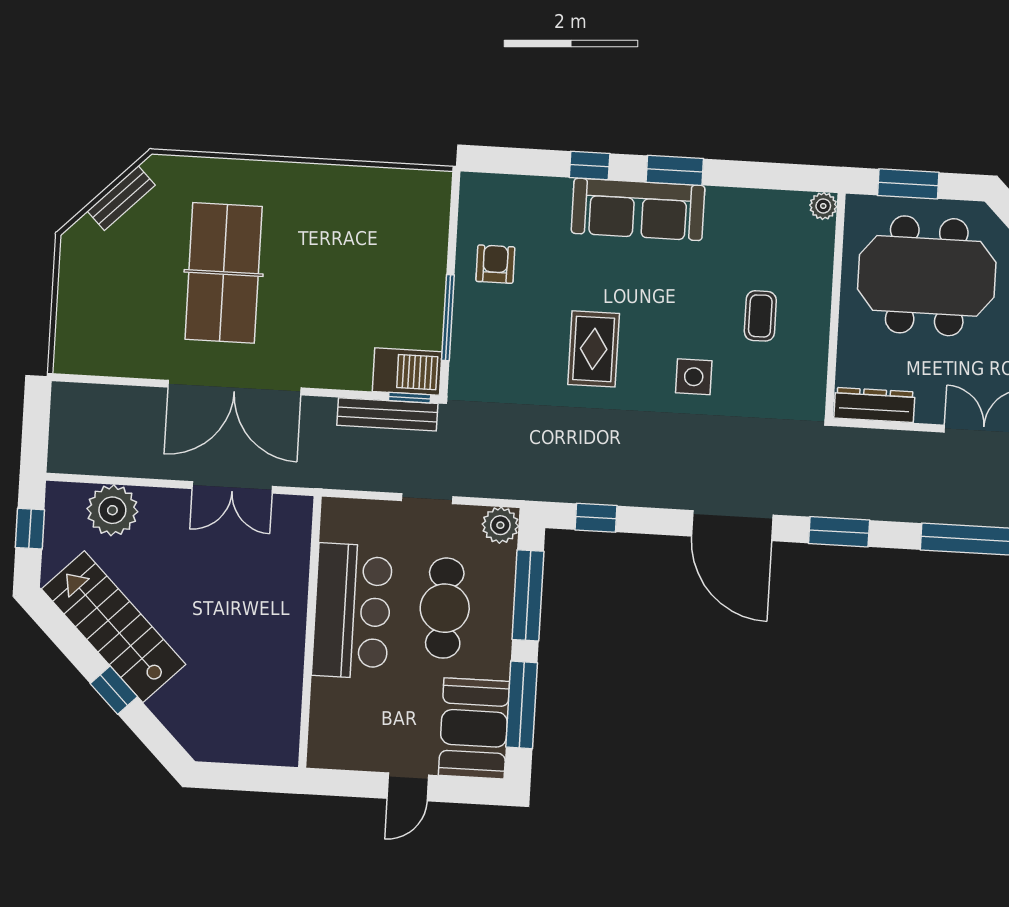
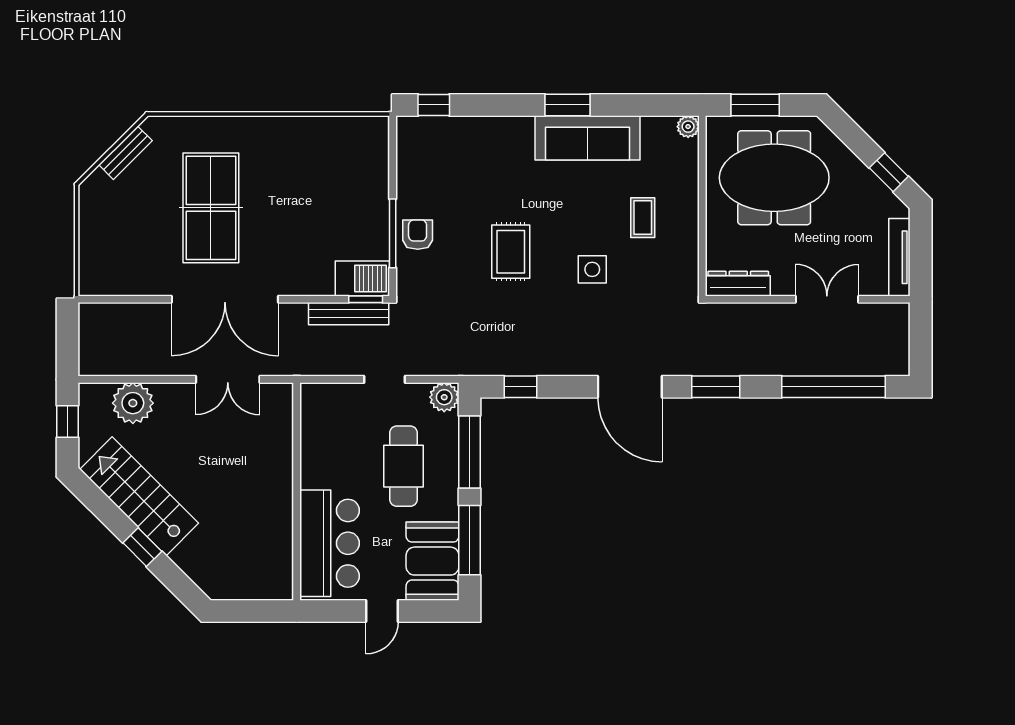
window: (590, 165) -> (434, 105), moved
sofa: (638, 209) -> (588, 138), moved
armchair: (495, 264) -> (418, 235), moved
bar counter: (352, 611) -> (329, 543), moved

